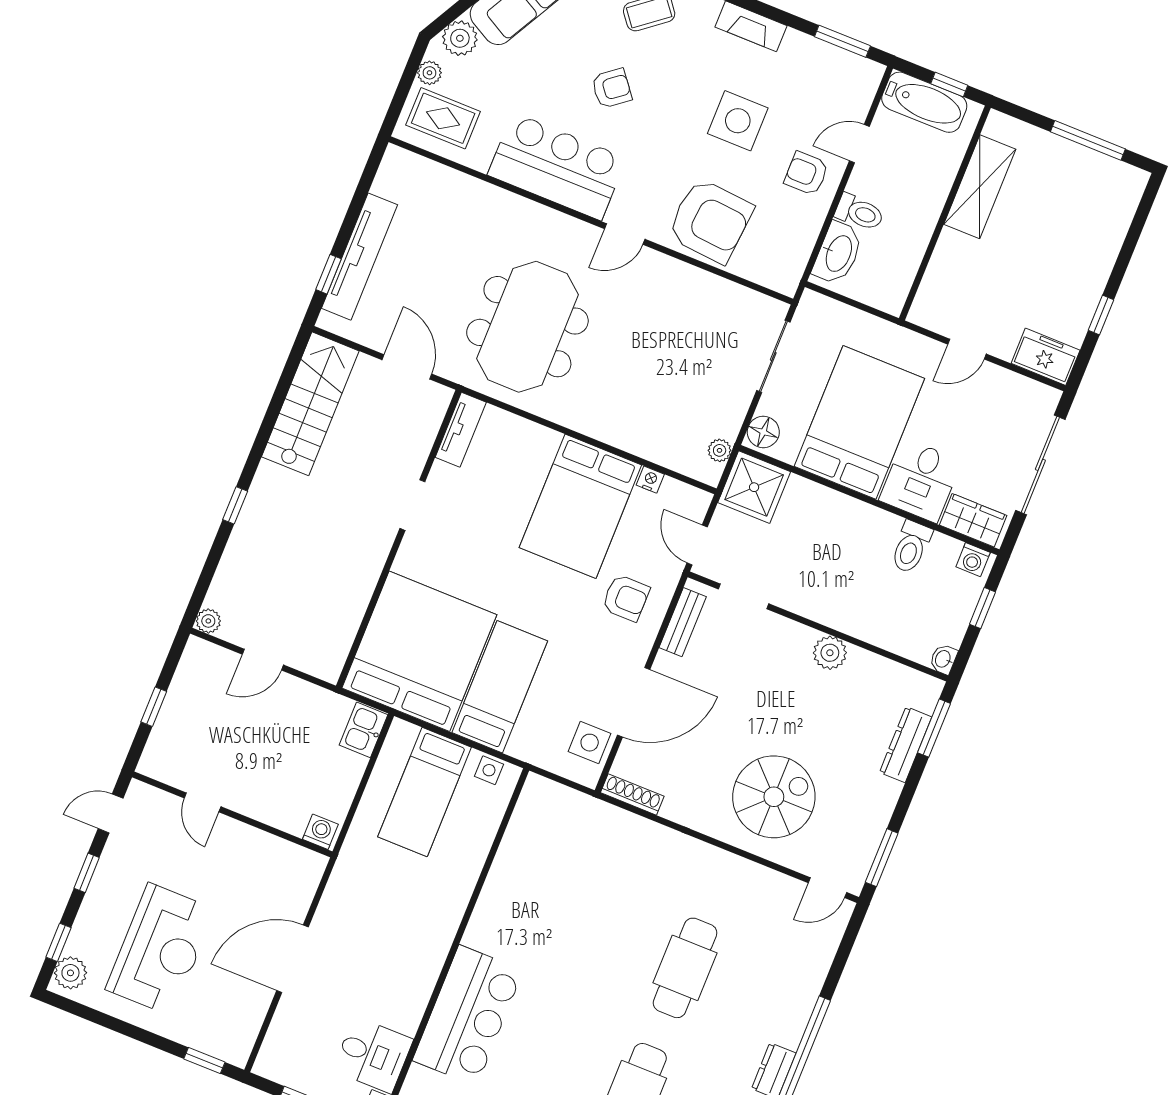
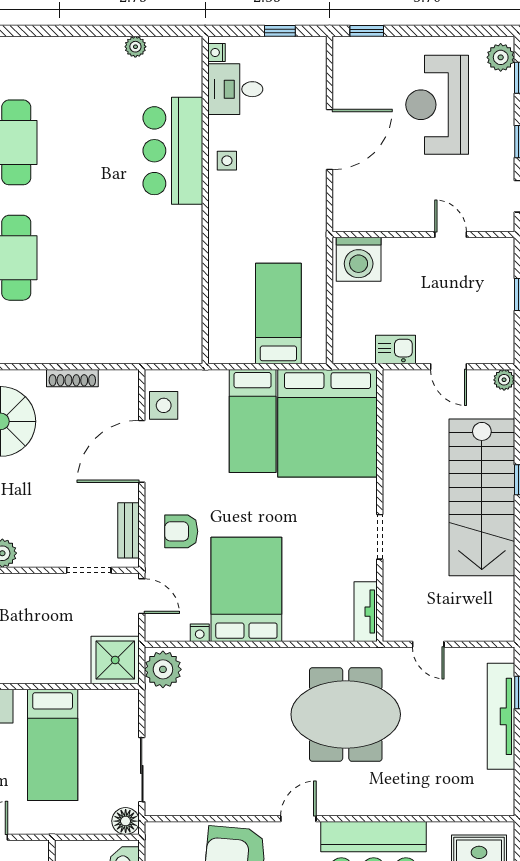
meeting table: (527, 327) -> (346, 714), turned 90
door: (407, 367) -> (428, 644), width x0.73
stairs: (310, 404) -> (482, 497), moved, width x1.36, depth x1.51
bed: (859, 422) -> (53, 745), width x0.67
floor lamp: (763, 432) -> (126, 821), moved
plant: (720, 450) -> (163, 669), width x1.88, depth x1.88
door: (263, 660) -> (449, 367), swing flipped
kitchen sink: (363, 730) -> (395, 350), moved, turned -90
side table: (489, 770) -> (227, 161), moved
shoe rack: (632, 794) -> (72, 378), moved
washing machine: (320, 832) -> (359, 259), width x1.89, depth x1.89

